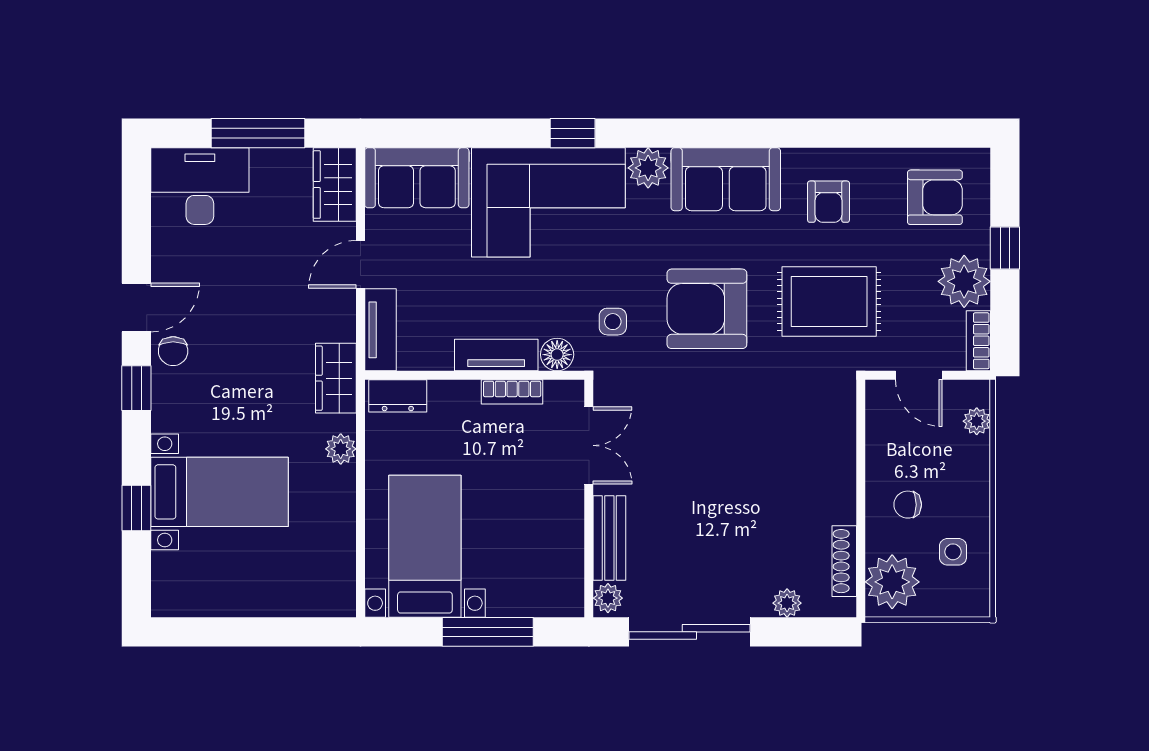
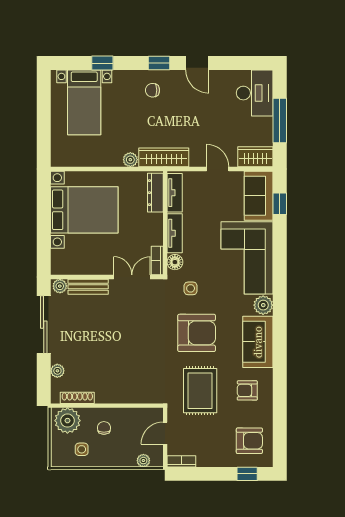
window: (573, 133) -> (280, 204), moved
armchair: (935, 197) -> (249, 441), turned -90
window: (1005, 248) -> (247, 474), moved
plant: (964, 281) -> (210, 455), removed
armchair: (707, 309) -> (197, 333), turned 90
tv unit: (381, 330) -> (175, 193), moved, turned -90
chair: (173, 351) -> (153, 90), moved
wardrobe: (336, 378) -> (164, 157), width x1.50
bookcase: (512, 392) -> (157, 261), moved
dresser: (398, 396) -> (155, 193), width x1.44
double door: (589, 445) -> (132, 277), swing flipped
bed with nightstands: (220, 492) -> (84, 102), moved
bed with nightstands: (425, 546) -> (84, 210), width x1.36
window: (488, 632) -> (44, 229), removed

